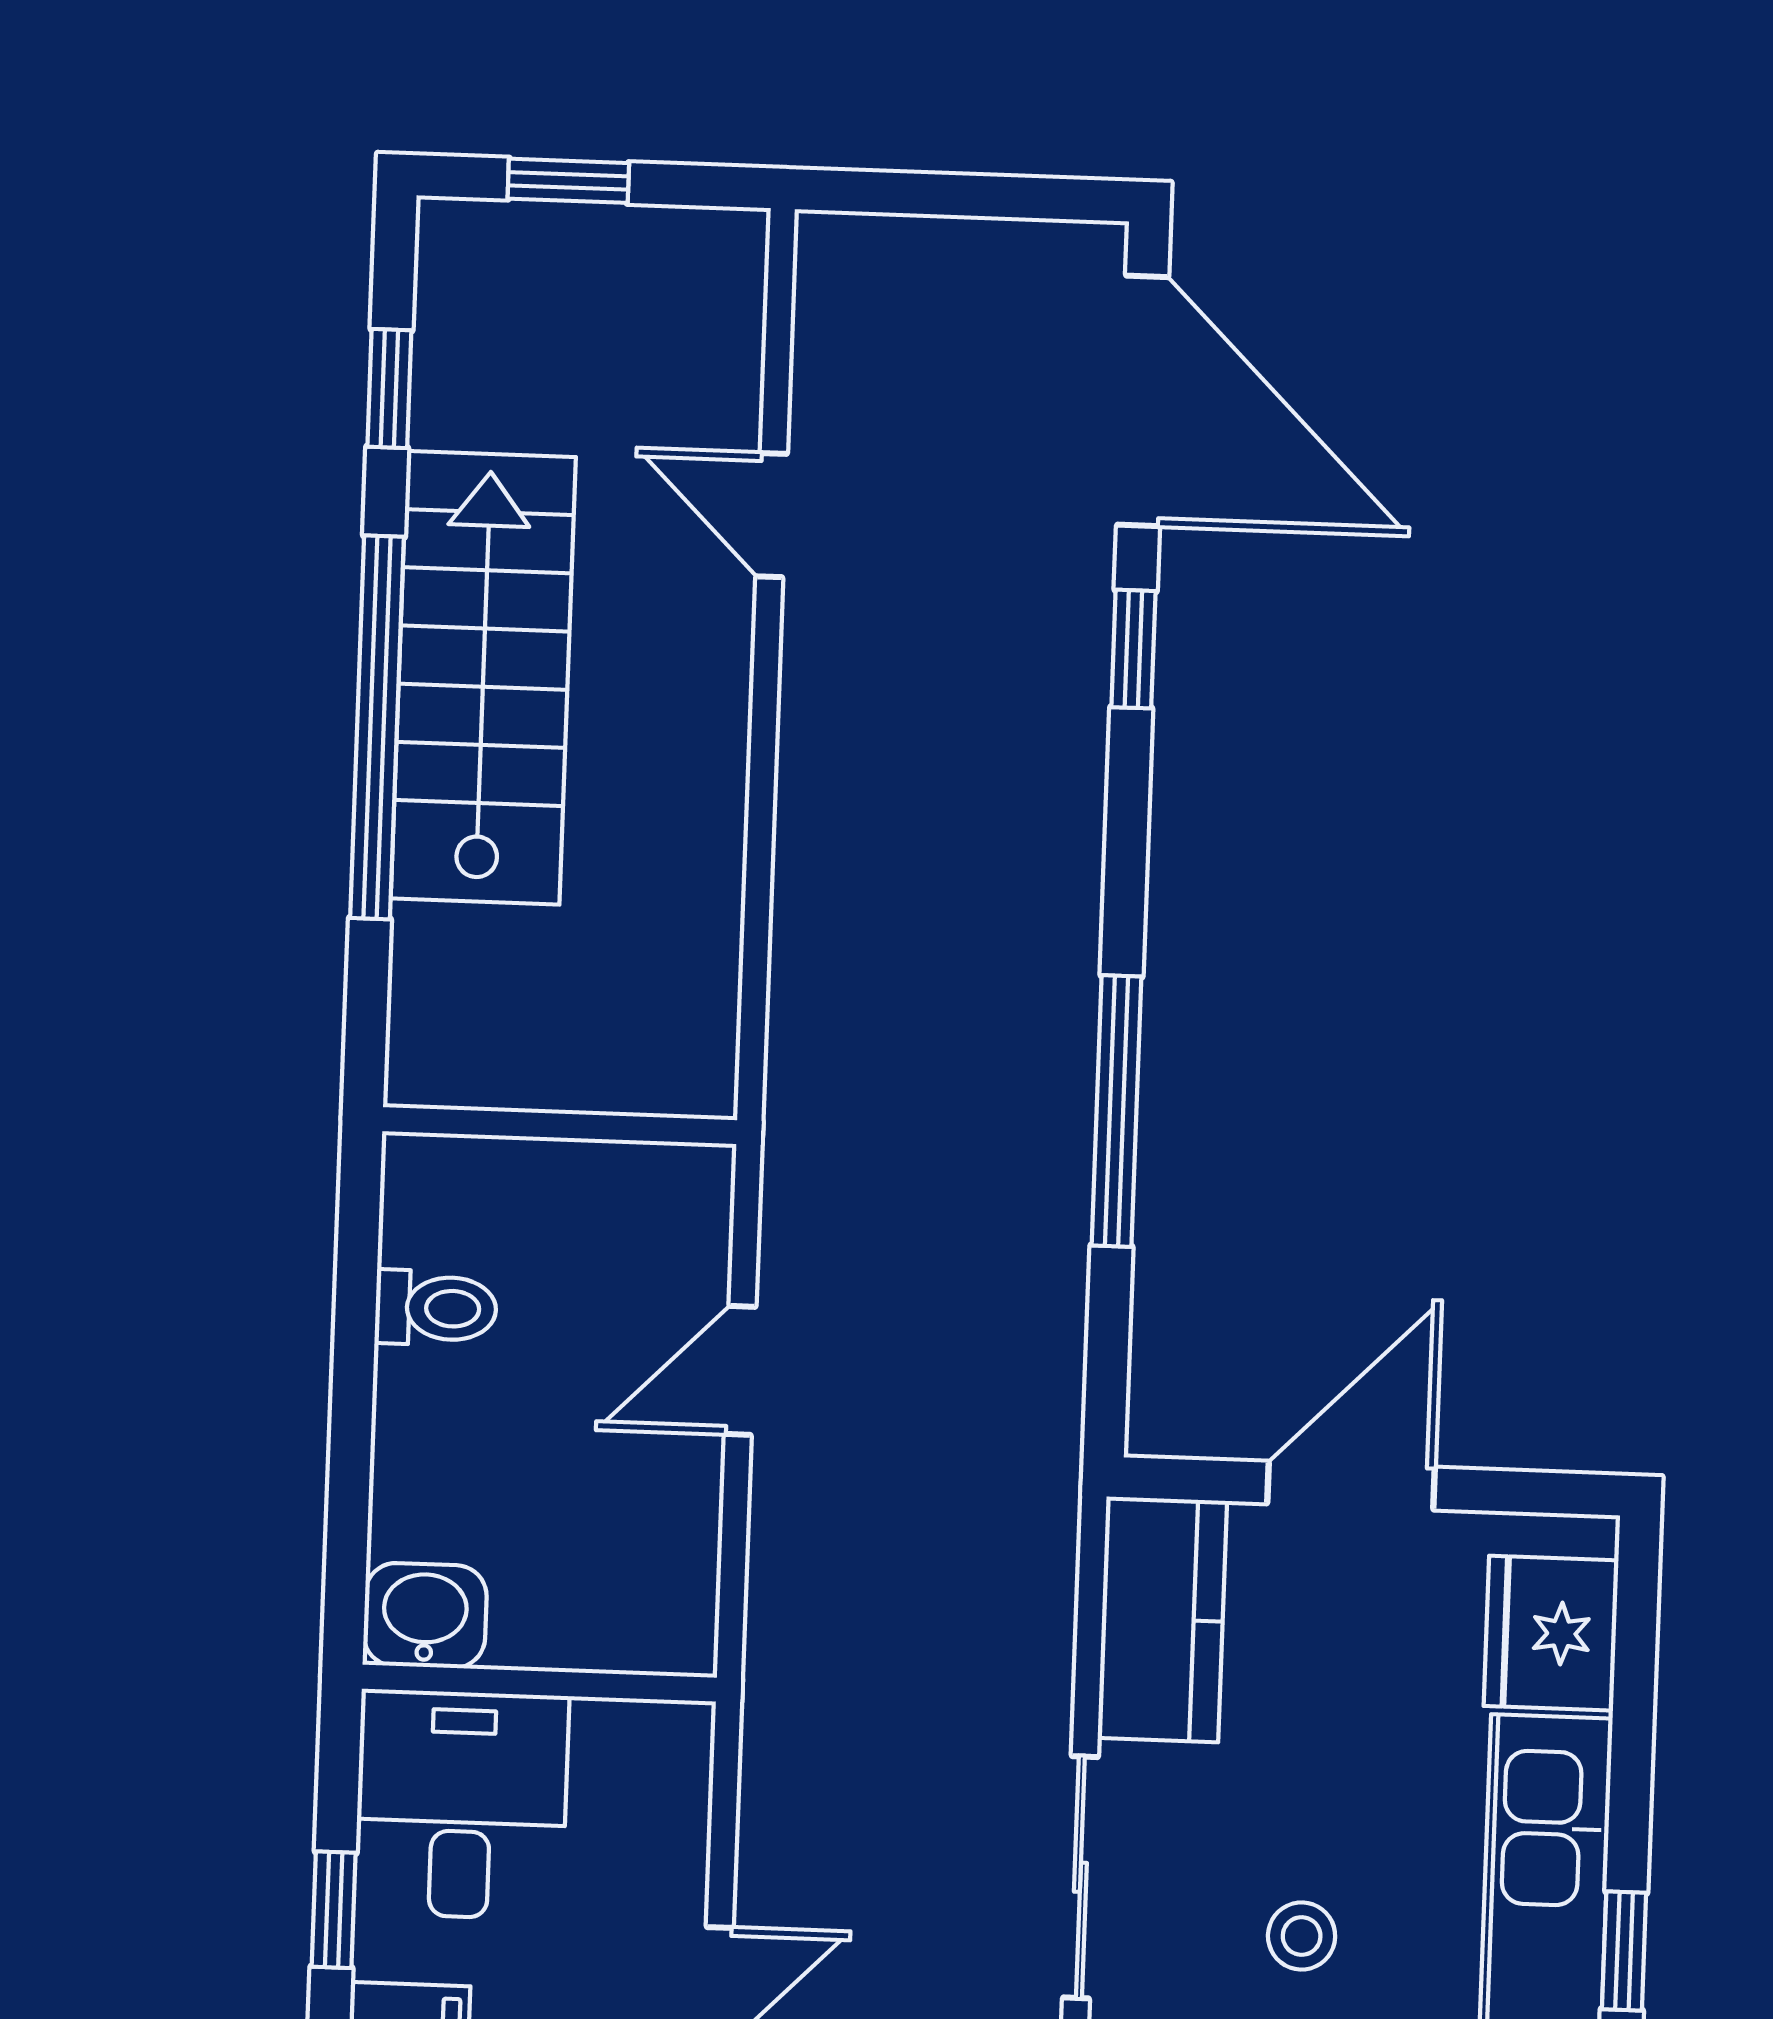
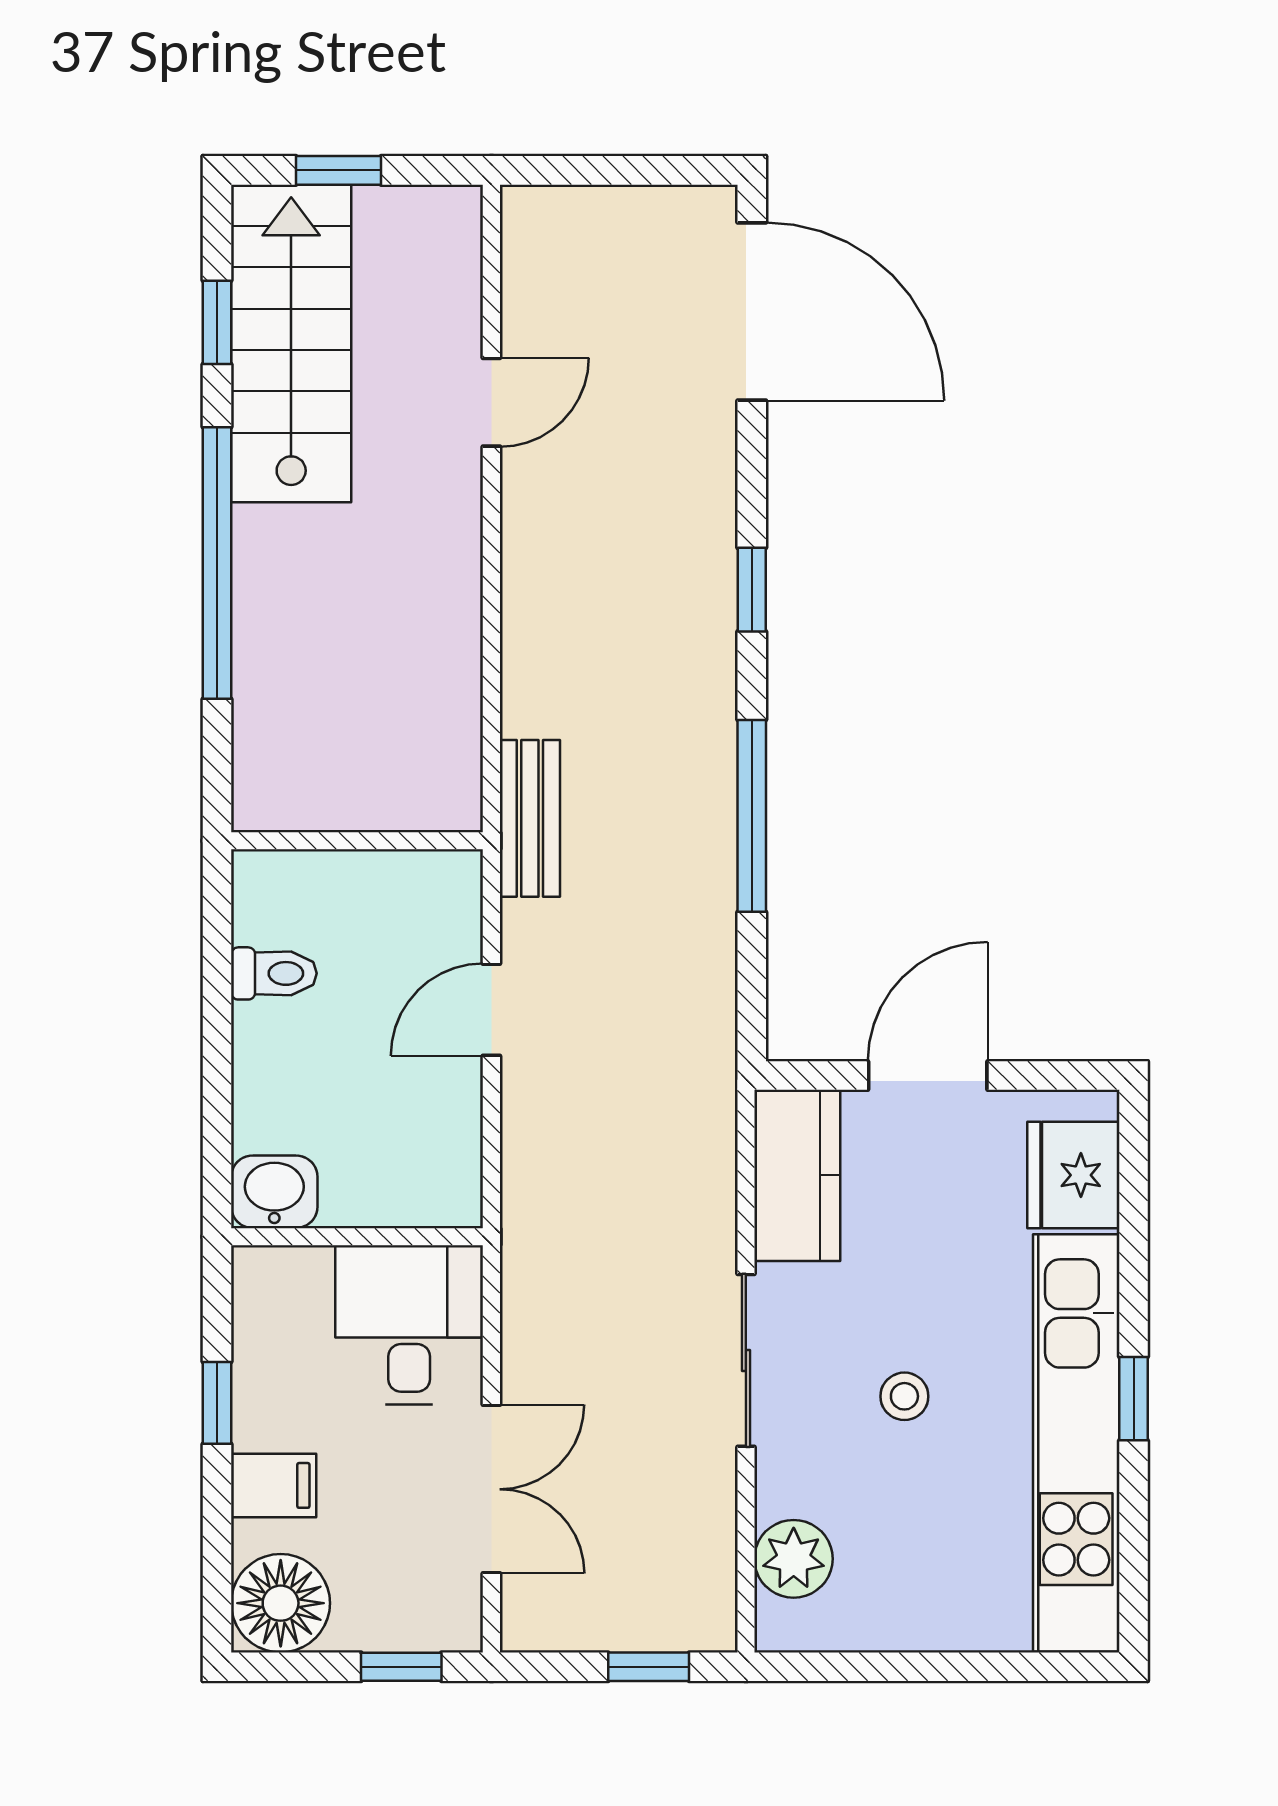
door: (772, 515) -> (491, 402), swing flipped
window: (1133, 649) -> (752, 590), moved
stairs: (483, 678) -> (291, 343), moved
bench: (804, 1103) -> (530, 818), added
desk: (461, 1804) -> (409, 1325), moved

